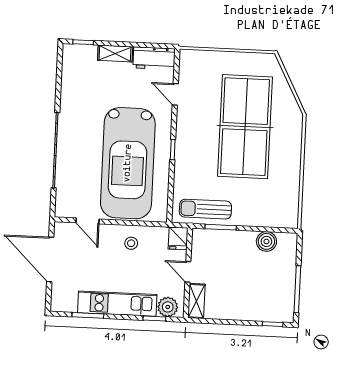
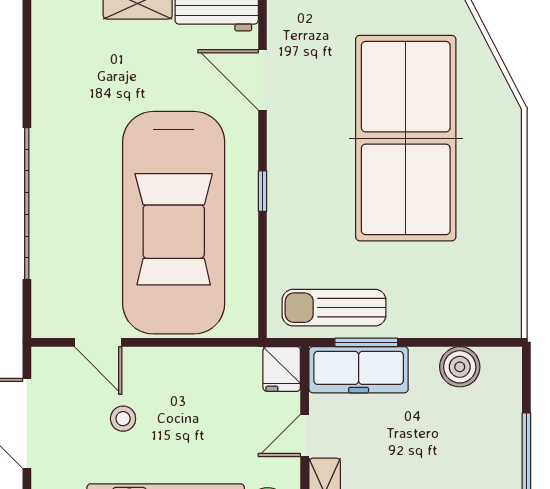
door: (175, 94) -> (263, 80), width x1.38
freezer: (216, 241) -> (359, 370), added
stool: (131, 243) -> (123, 419), moved
door: (188, 272) -> (305, 435), hinge flipped

